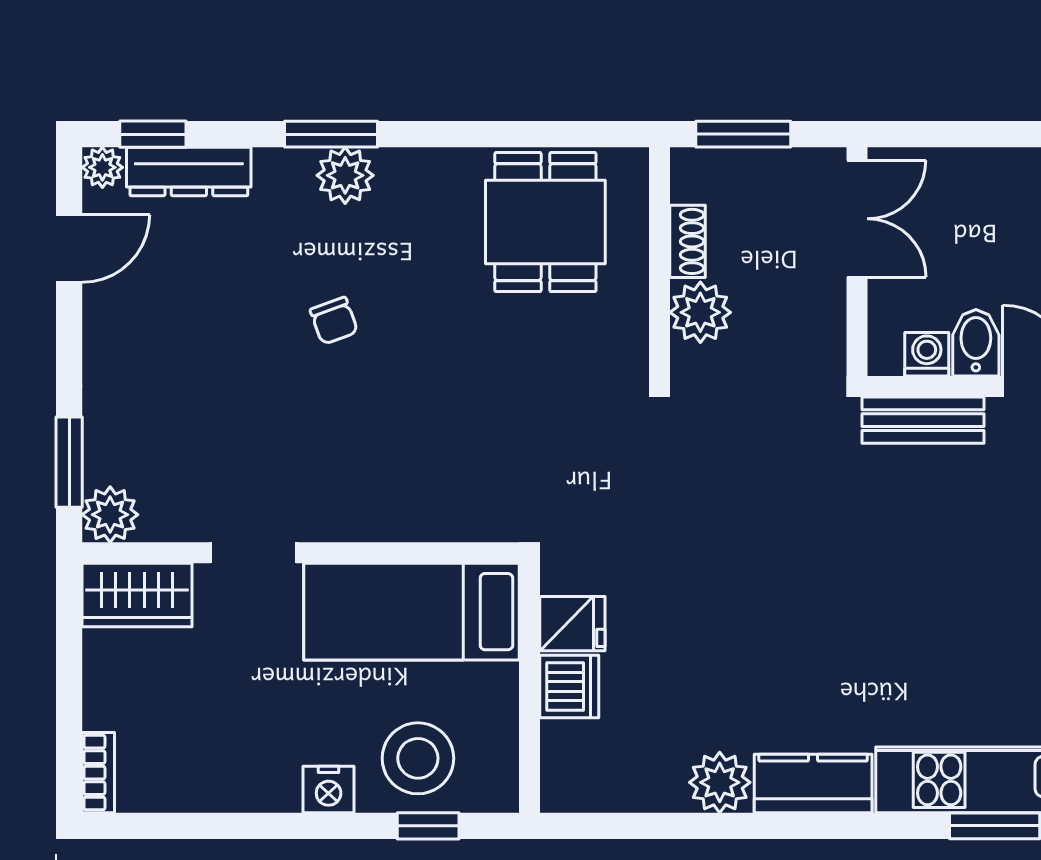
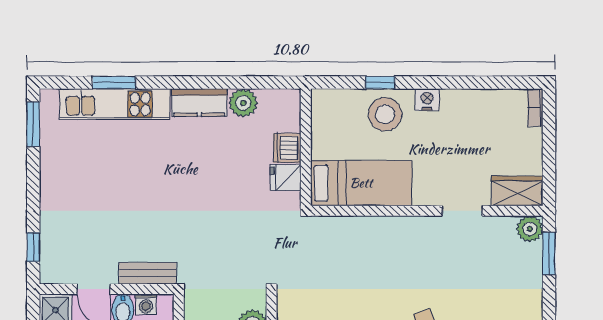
bed: (411, 612) -> (361, 183), moved
fridge: (572, 624) -> (286, 178), moved
dishwasher: (569, 686) -> (287, 148), moved
wall: (529, 688) -> (306, 147), moved

